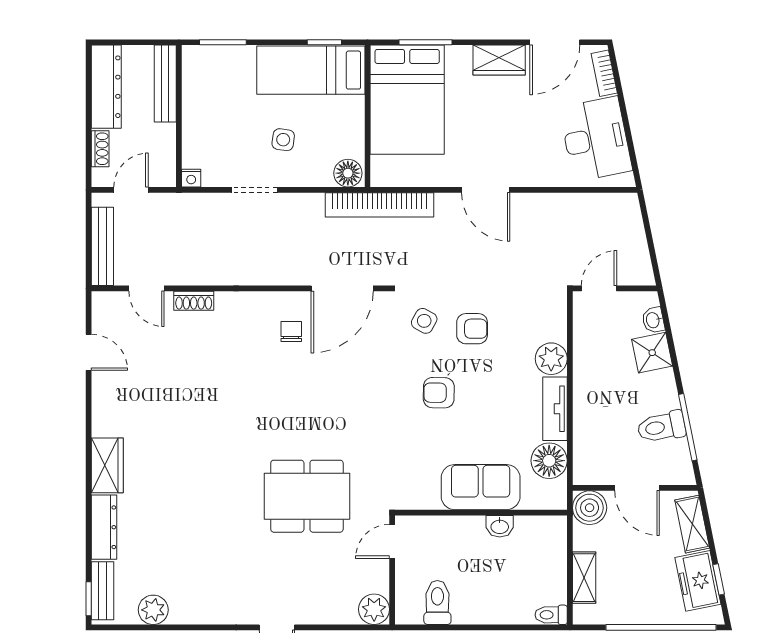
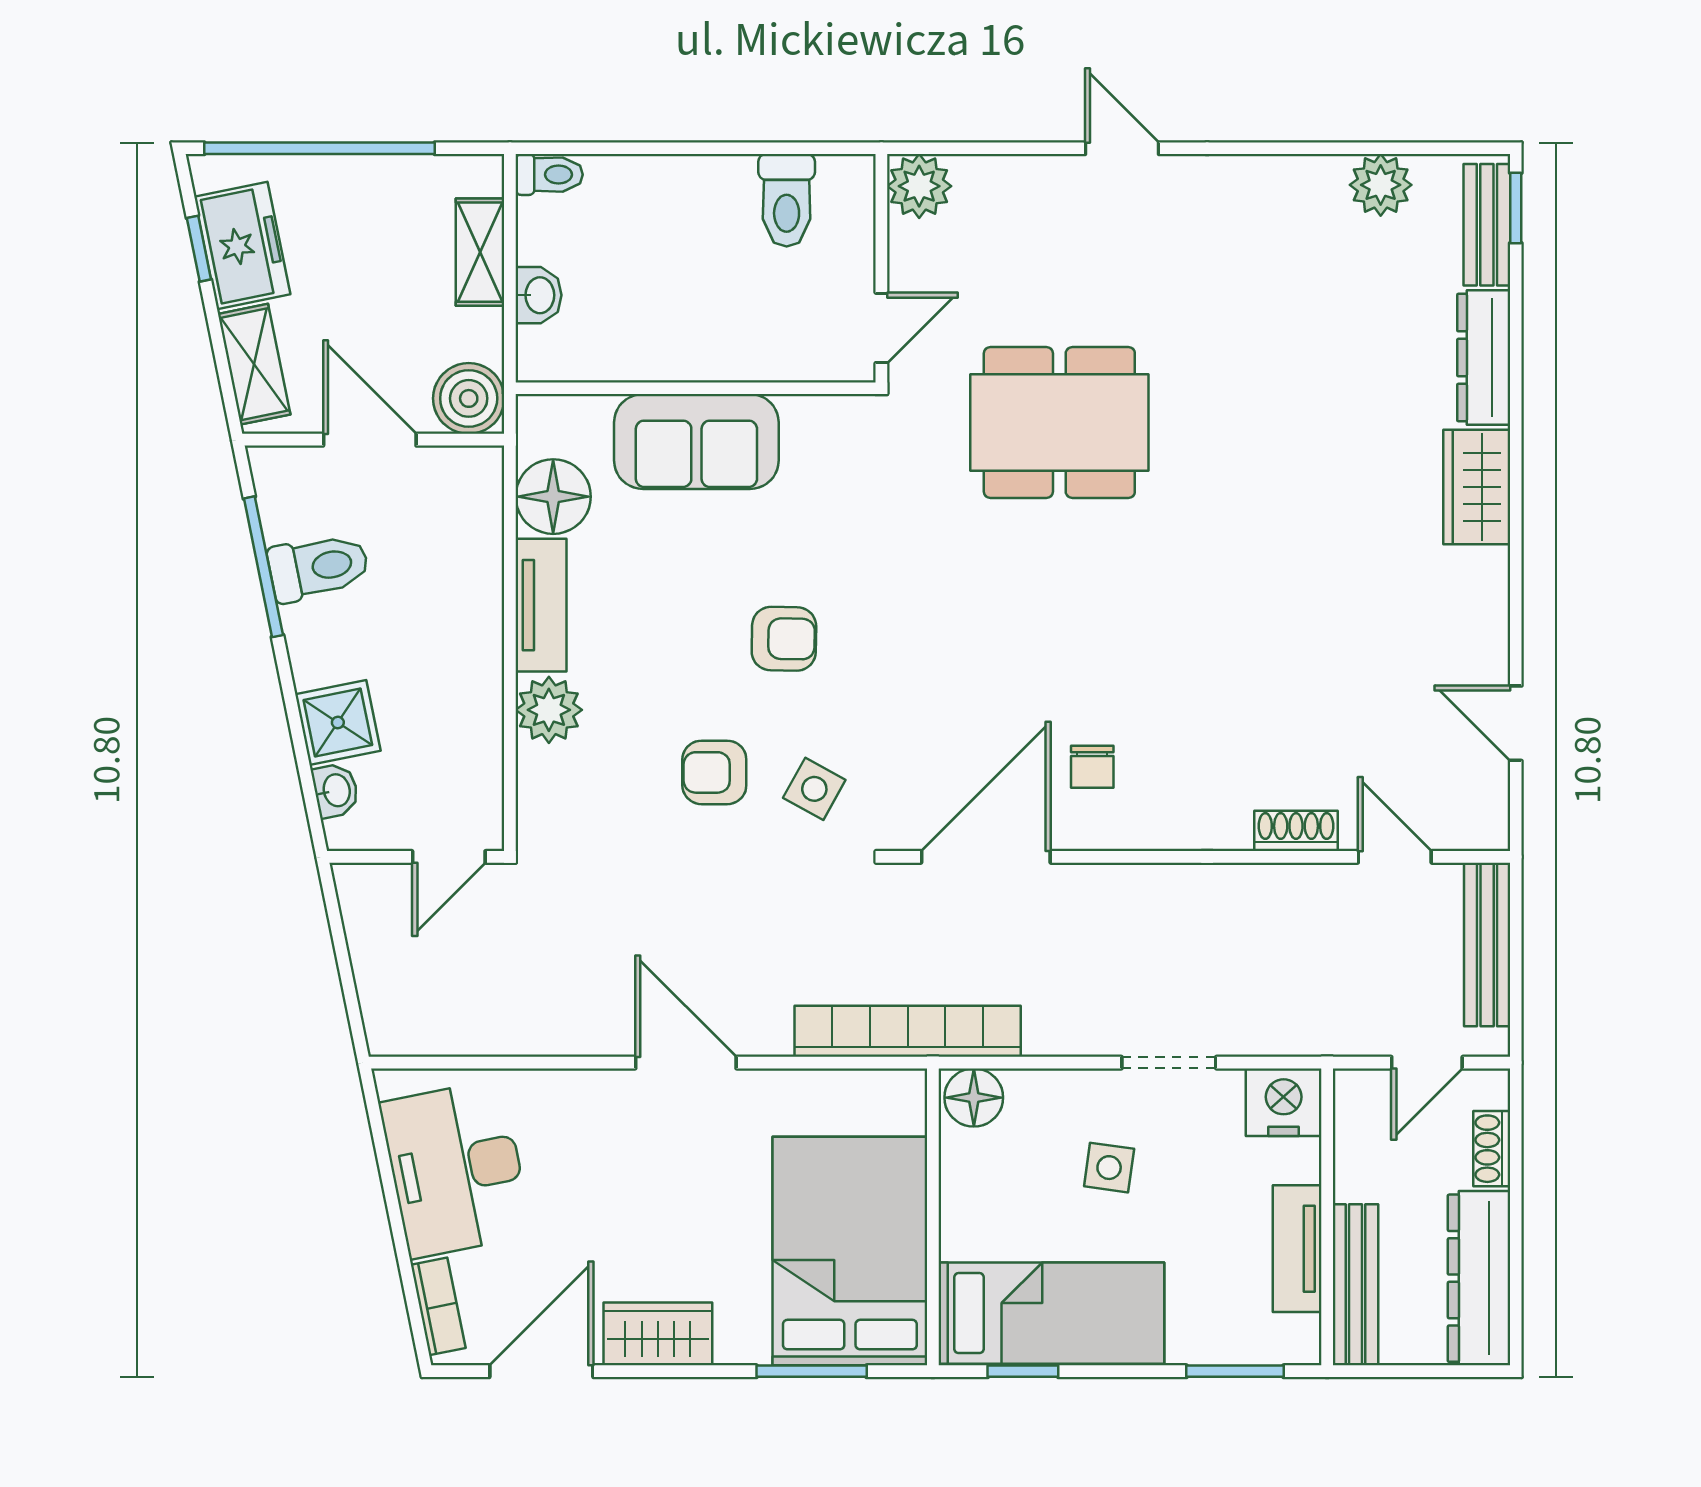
tv unit: (193, 101) -> (1297, 1249), added
nightstand: (191, 178) -> (1284, 1102), width x1.89, depth x1.79
washbasin: (500, 526) -> (539, 295), moved, turned 90

